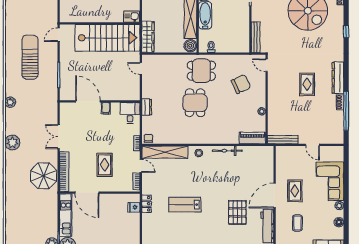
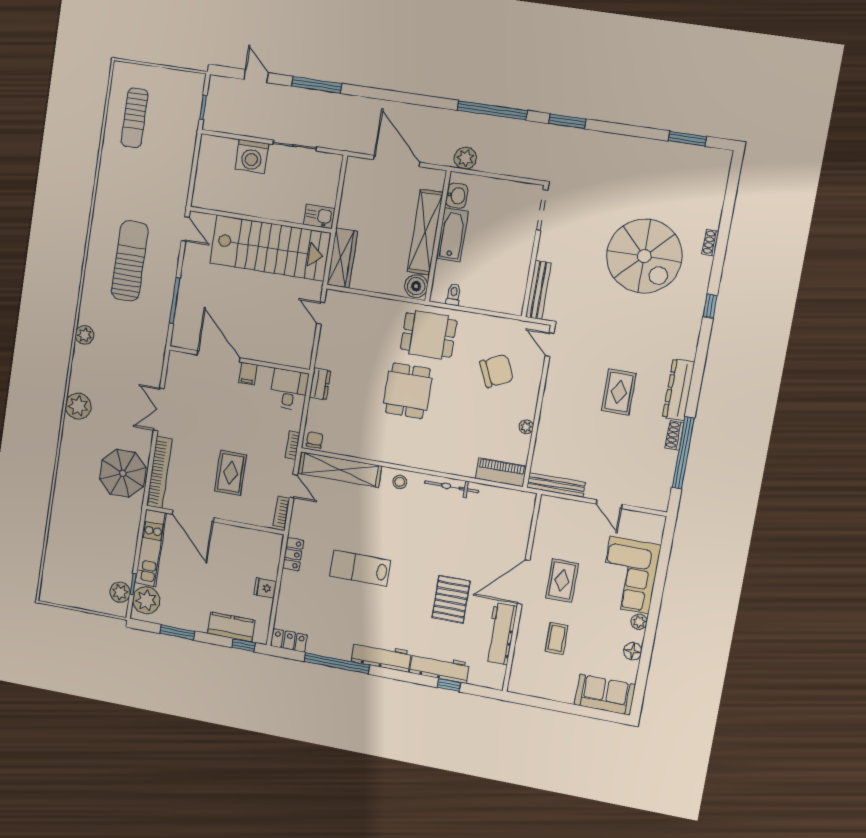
door: (59, 35) -> (185, 229), swing flipped
fridge: (134, 207) -> (265, 588), moved

